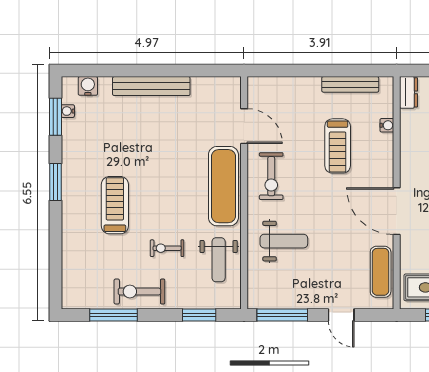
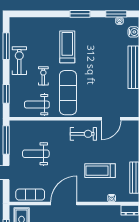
exercise bike: (271, 176) -> (83, 134), turned 180
exercise mat: (223, 186) -> (68, 93), moved, turned 90
treadmill: (115, 205) -> (67, 47), turned -90
weight bench: (284, 241) -> (36, 154), moved, turned 90

